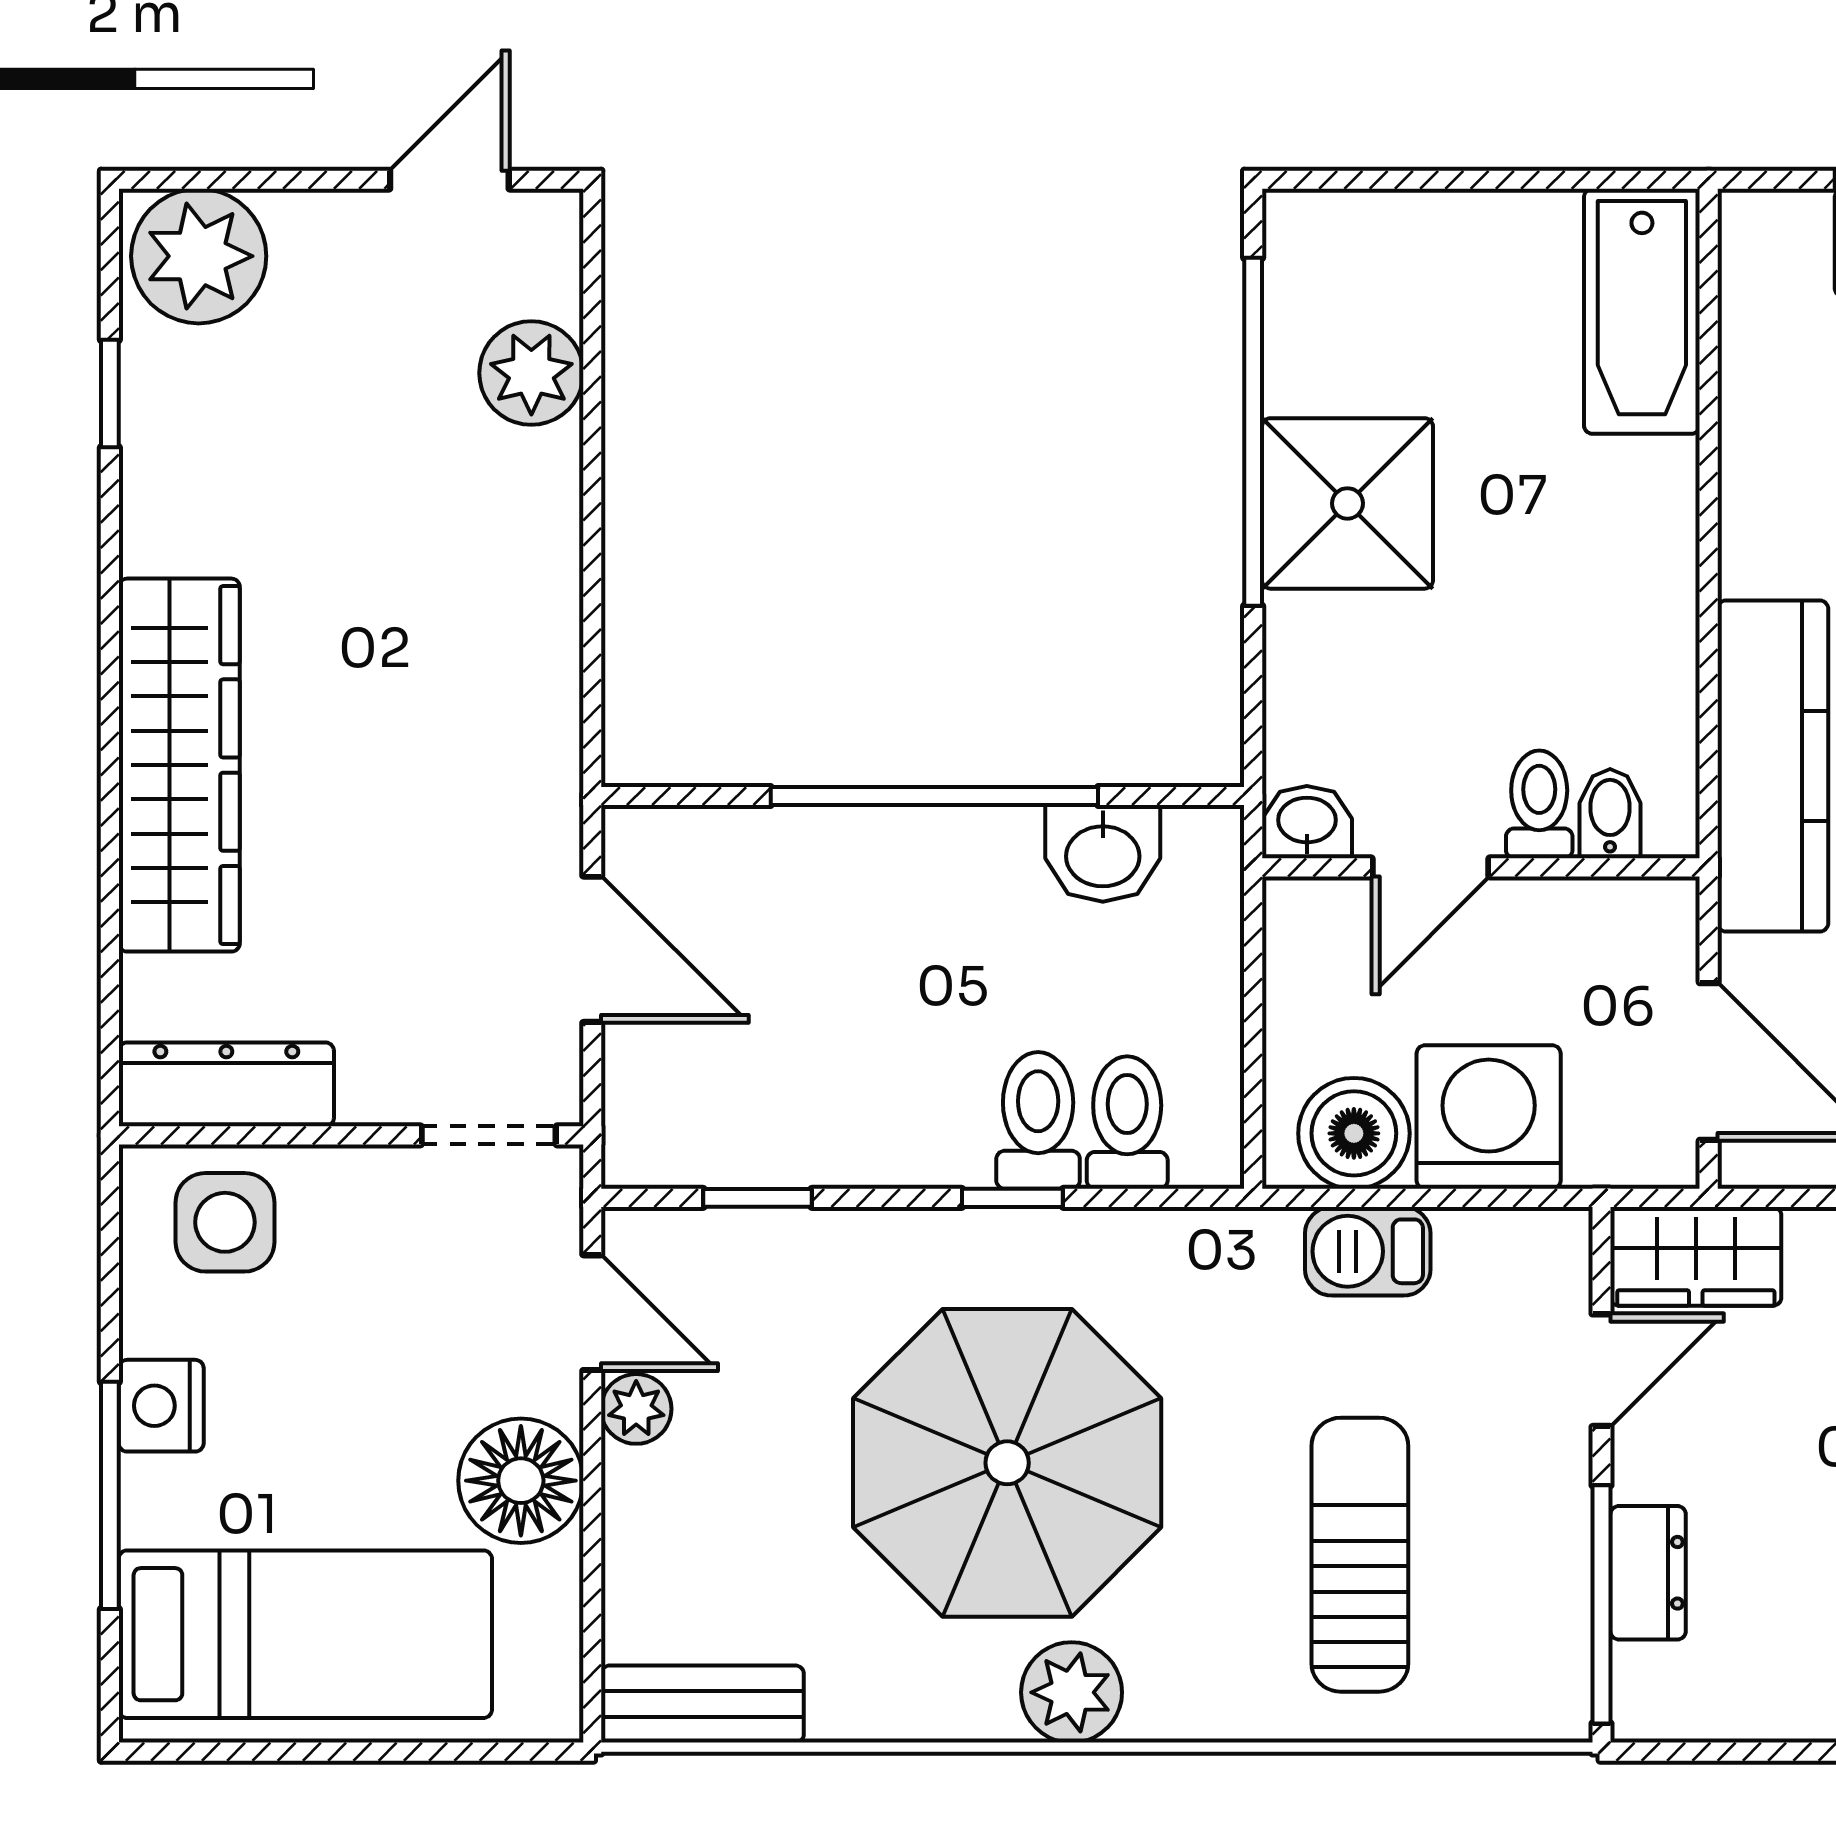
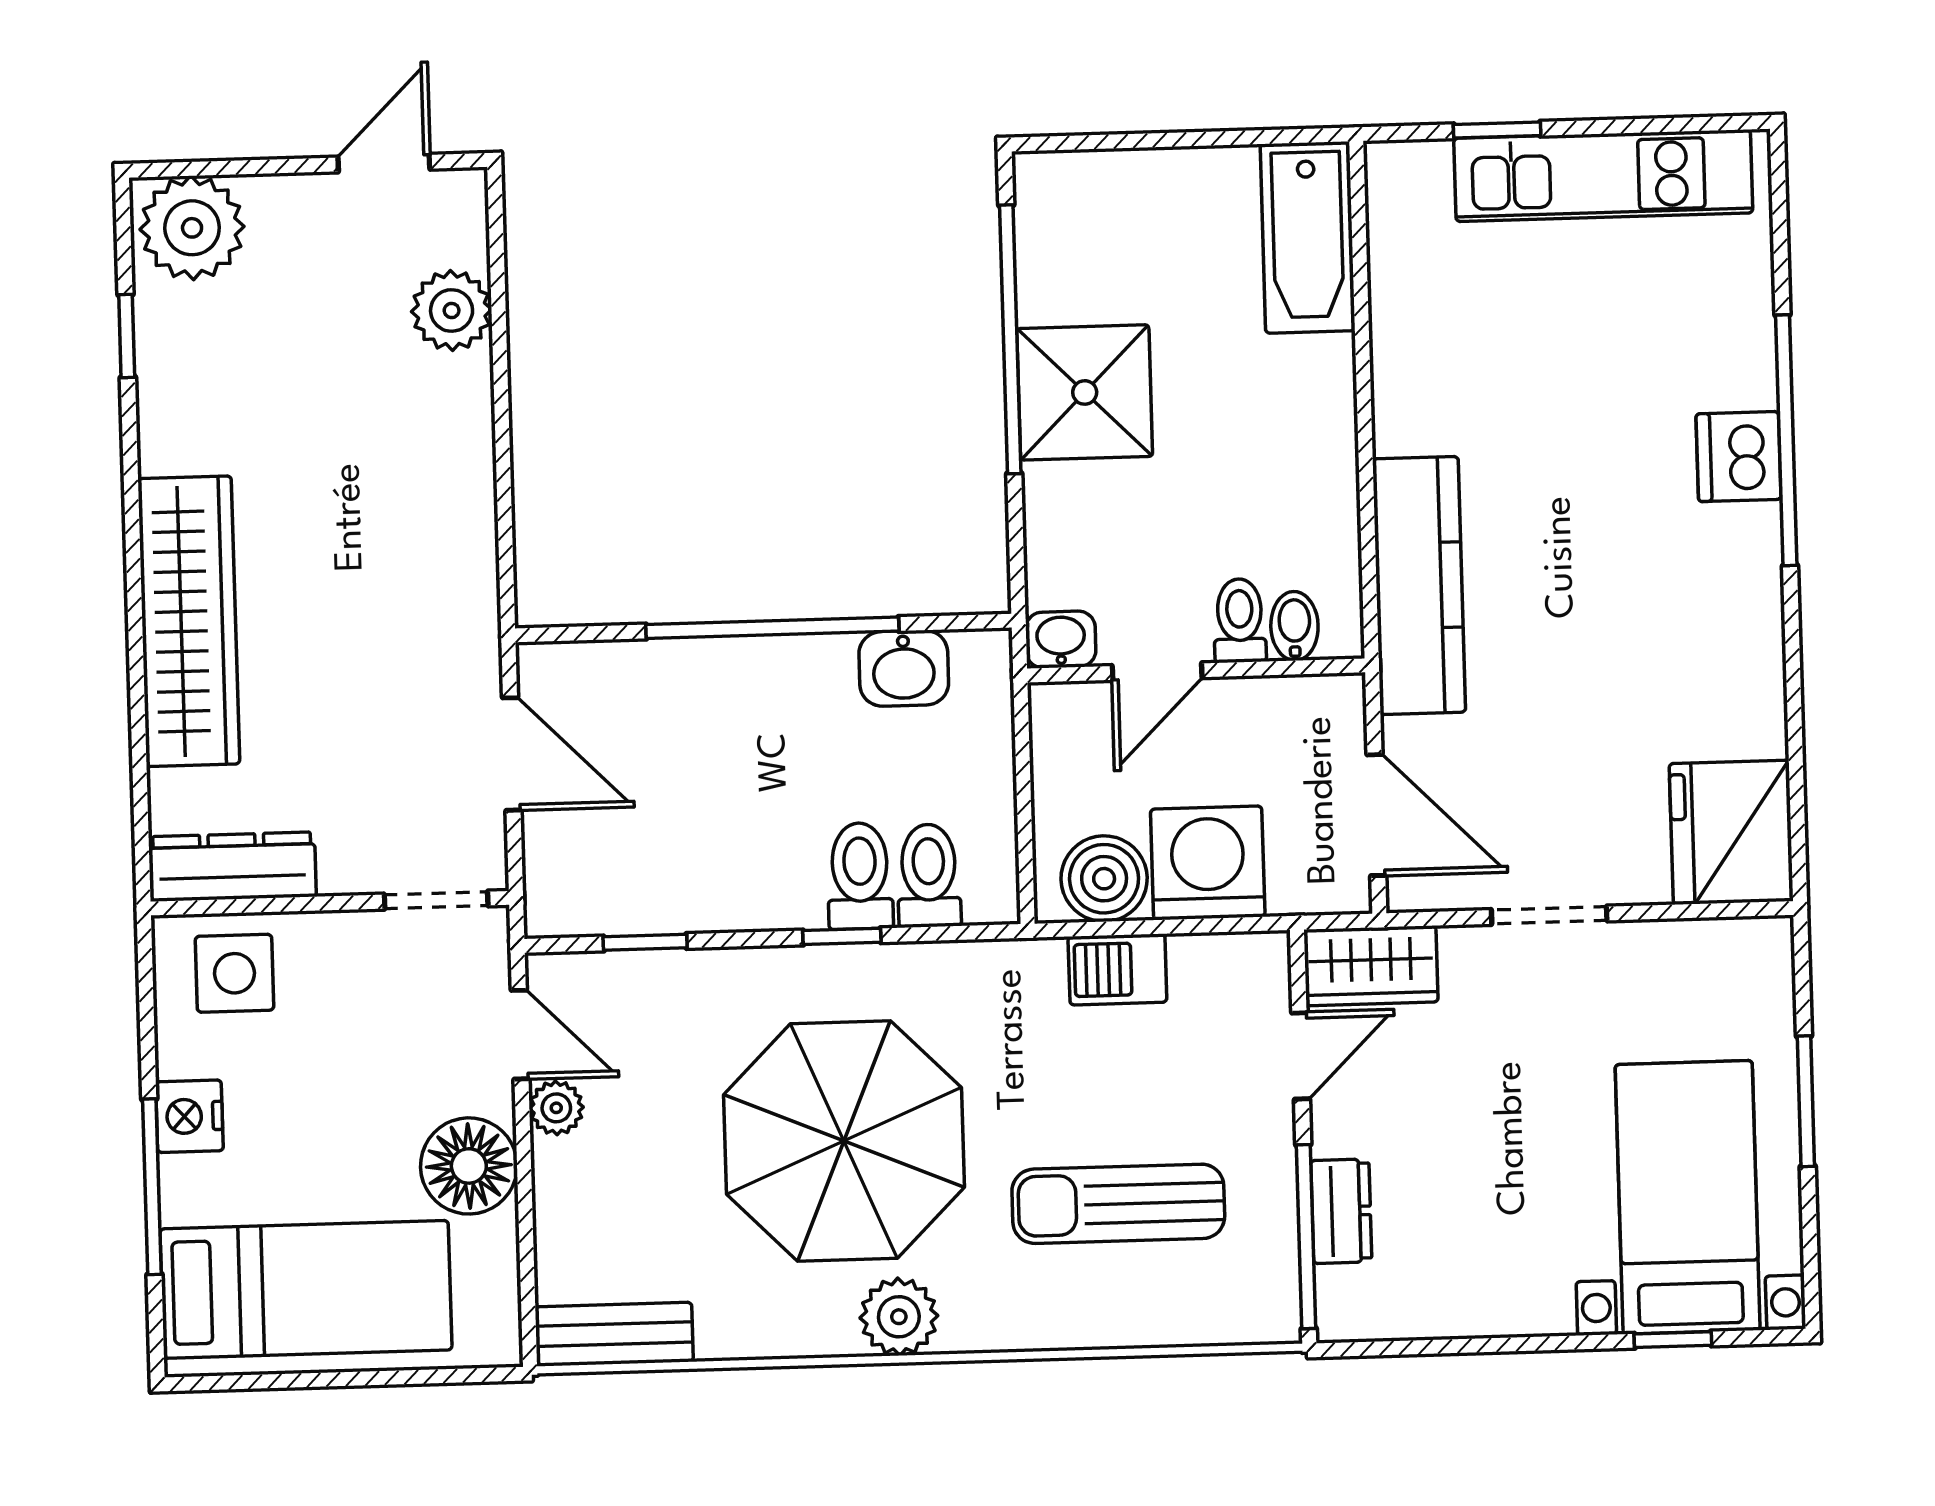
sun lounger: (1360, 1555) -> (1118, 1204), turned -90

